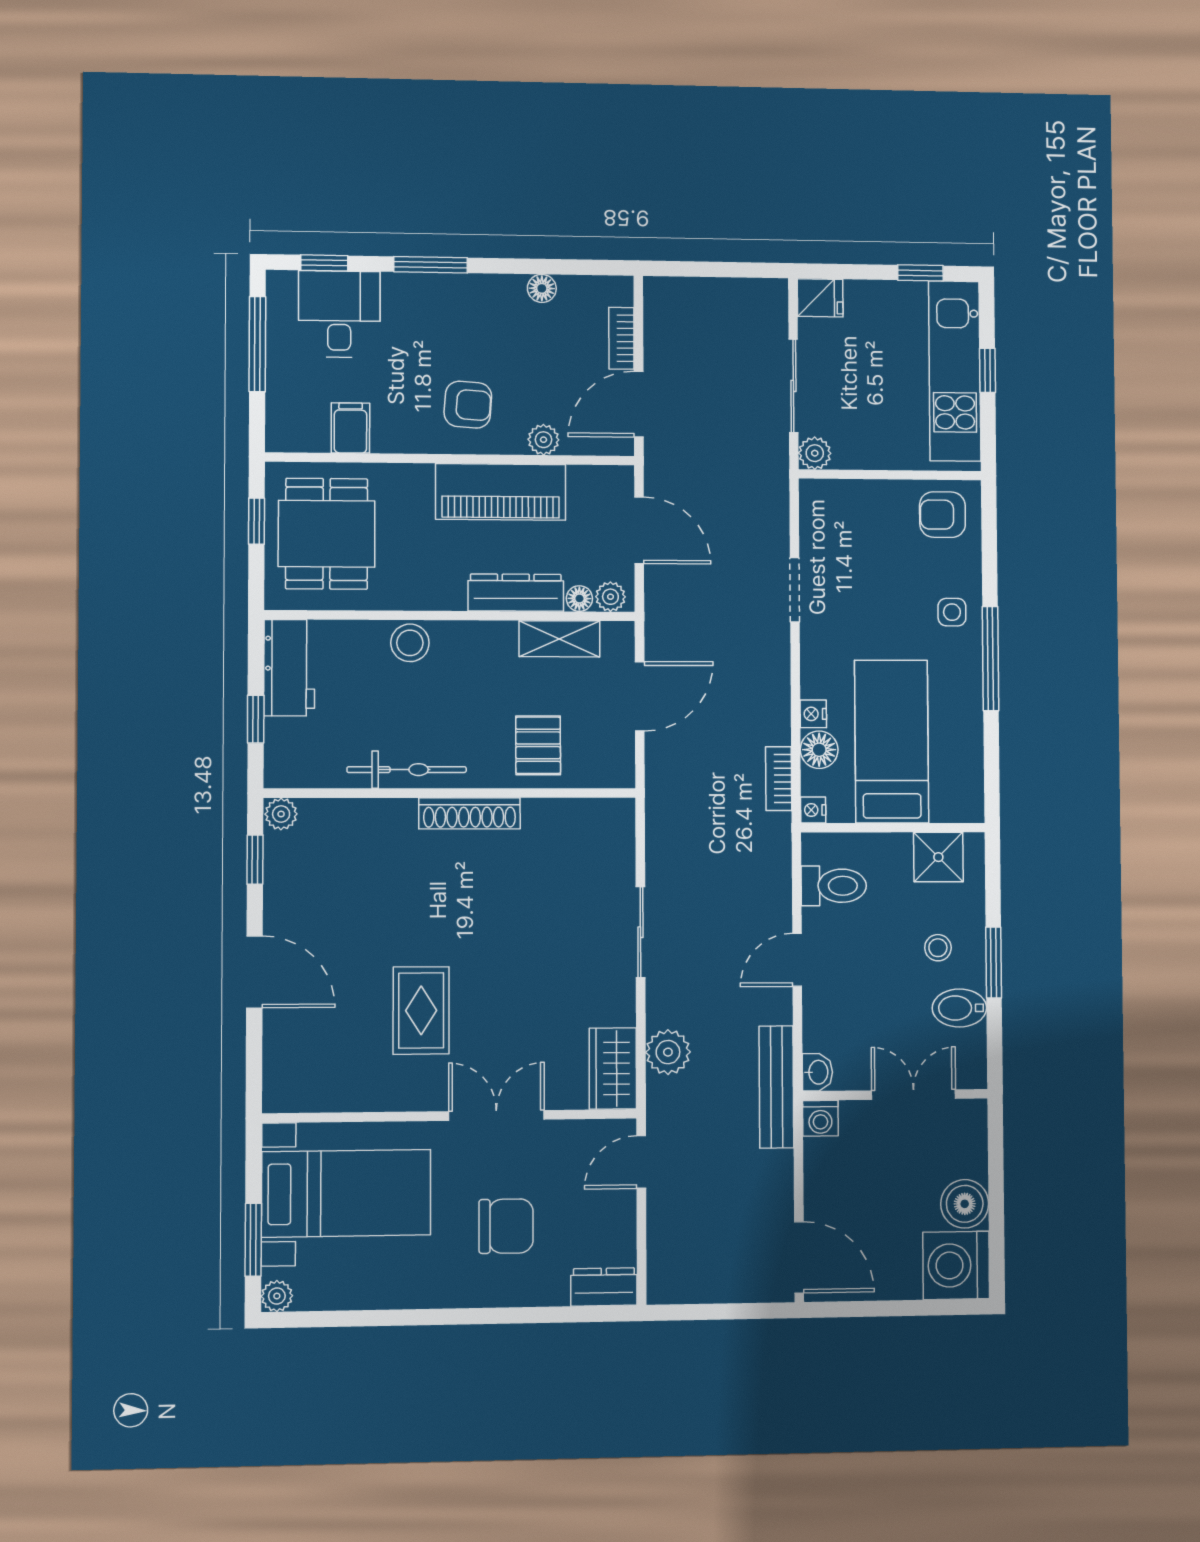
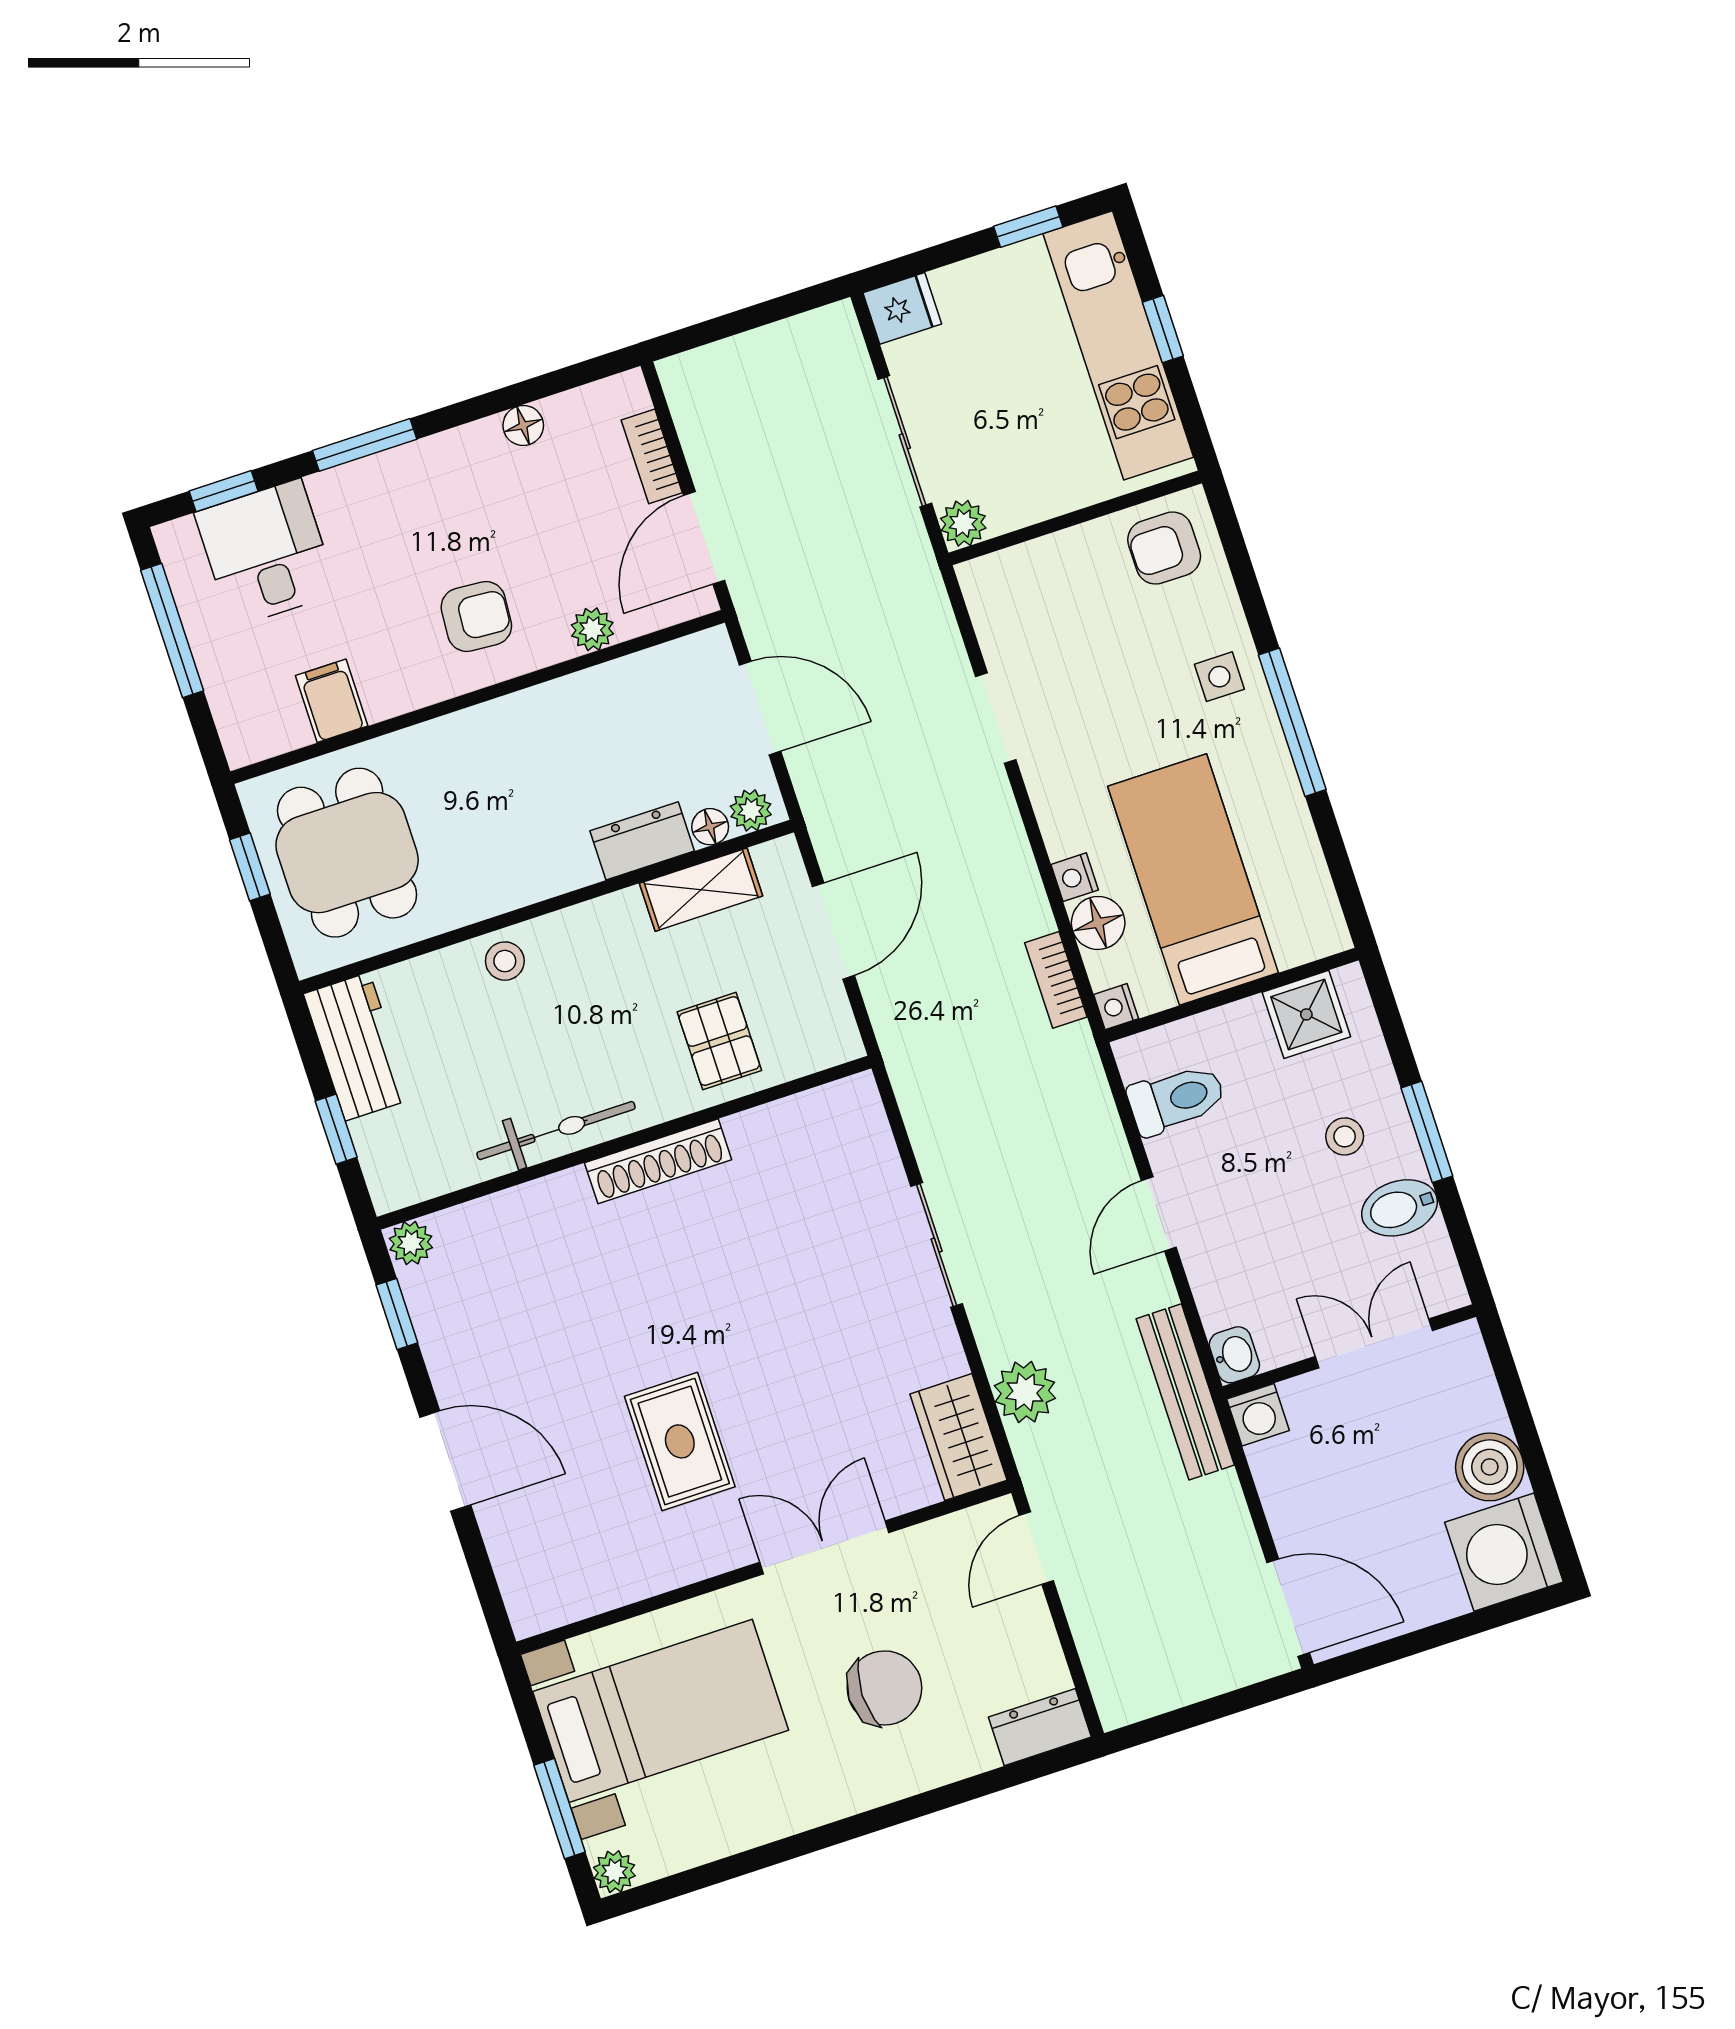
piano: (501, 492) -> (558, 719), removed
dresser: (516, 593) -> (642, 841), width x0.70
stool: (410, 643) -> (505, 961), width x0.73, depth x0.73

